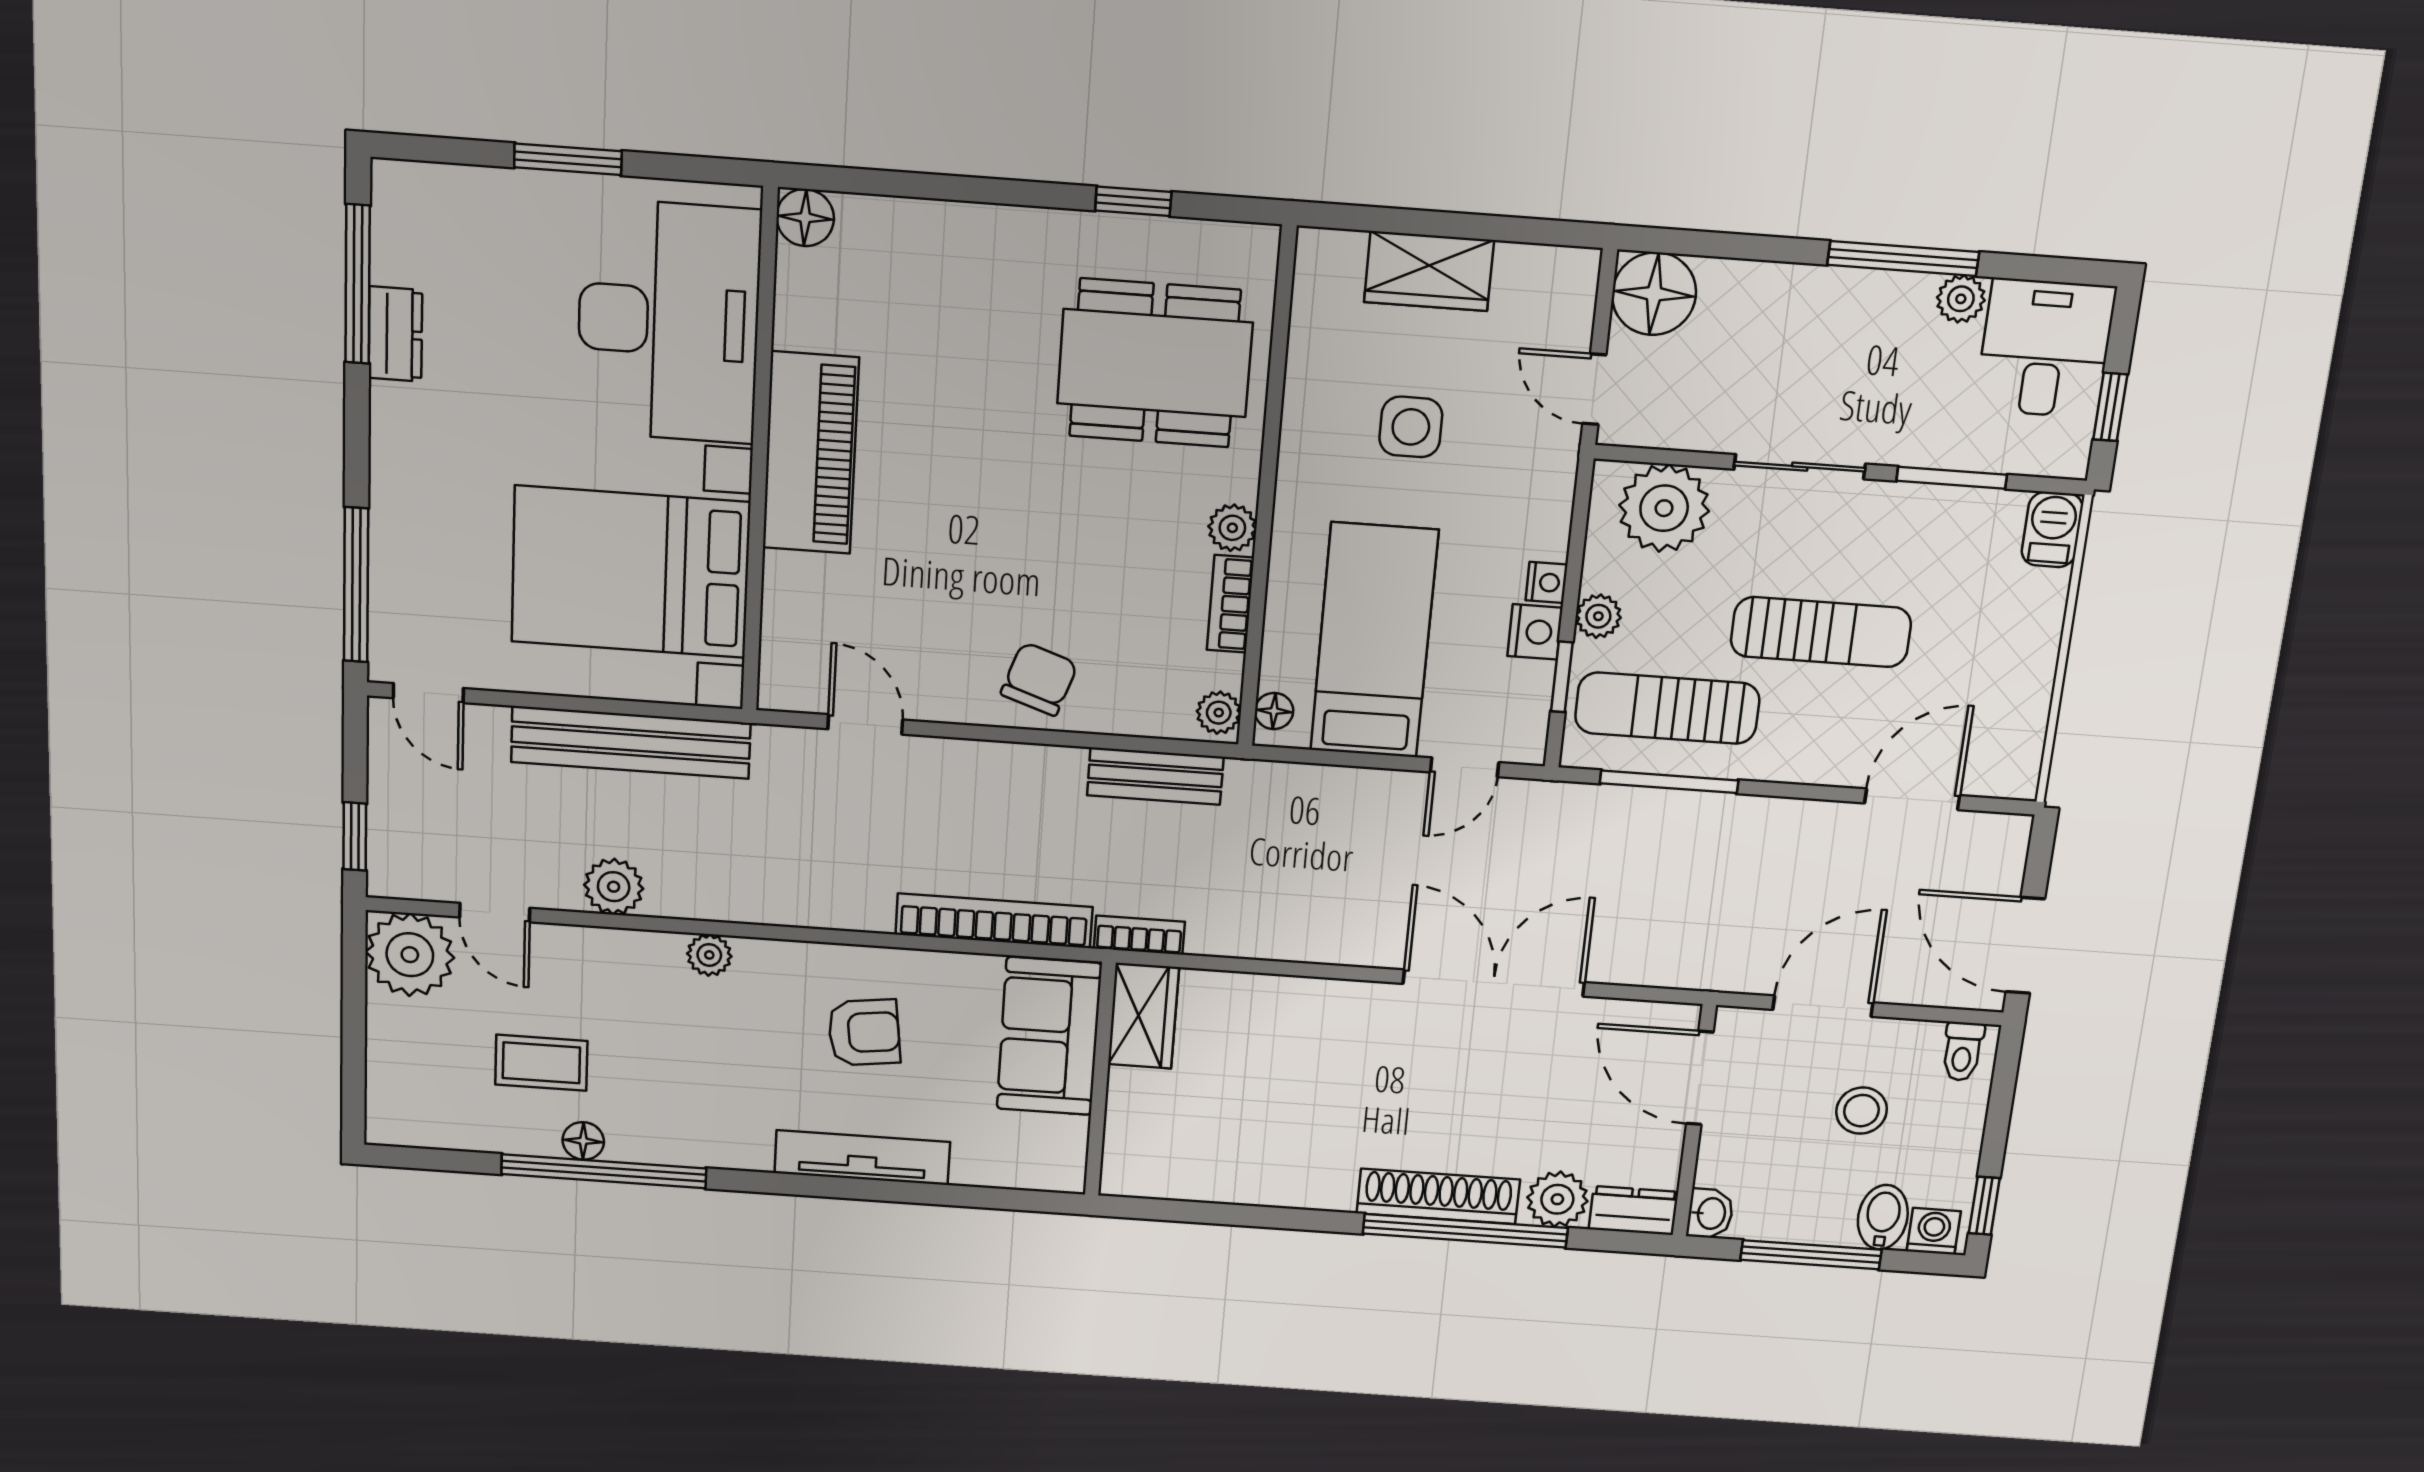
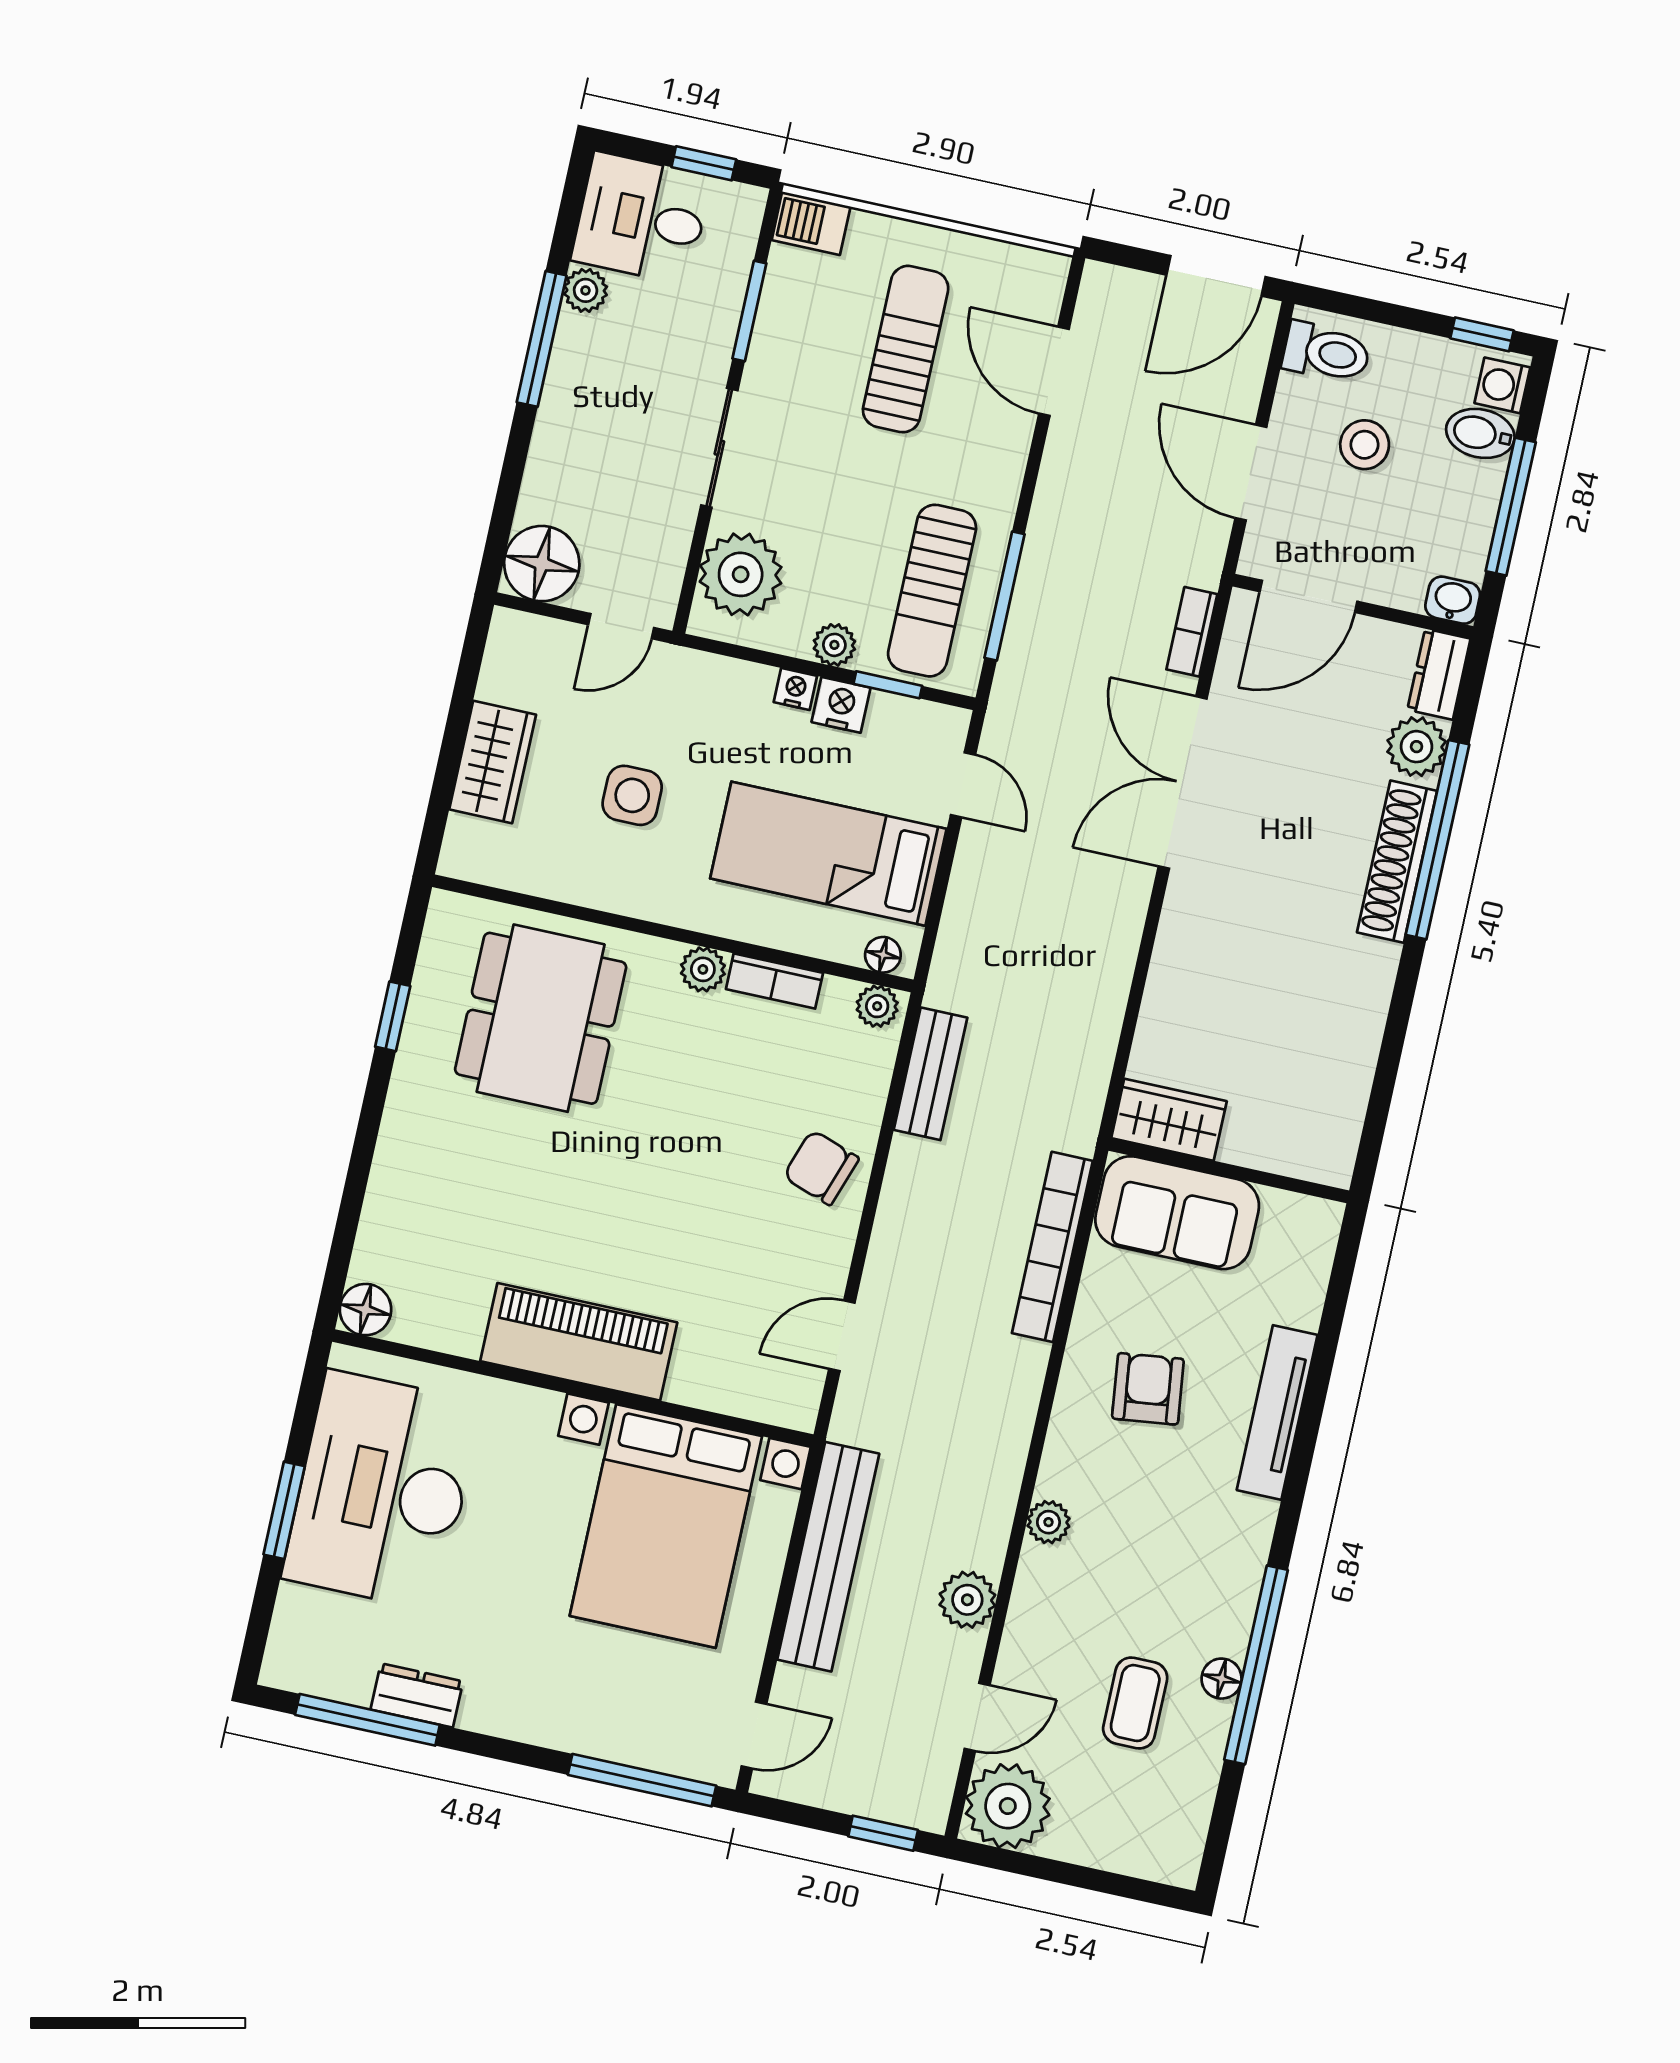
desk: (669, 321) -> (382, 1490), moved, turned -90
sun lounger: (1821, 632) -> (906, 349), moved
bookcase: (1139, 935) -> (1192, 632), moved
toilet: (1962, 1051) -> (1326, 352), width x1.37, depth x1.39

